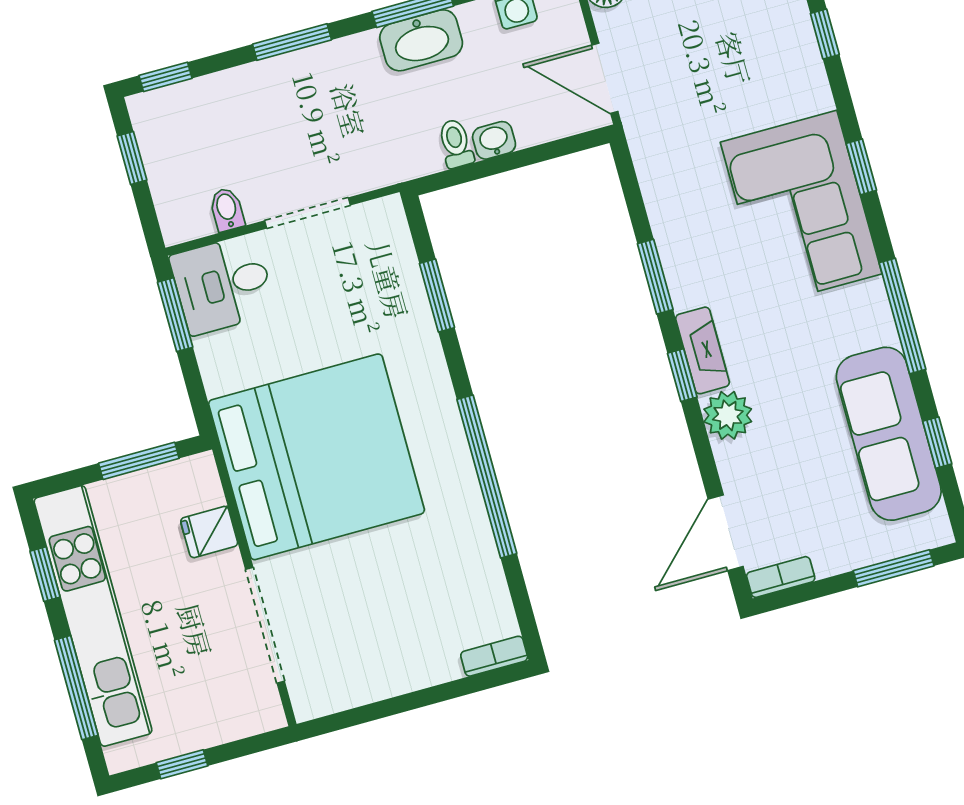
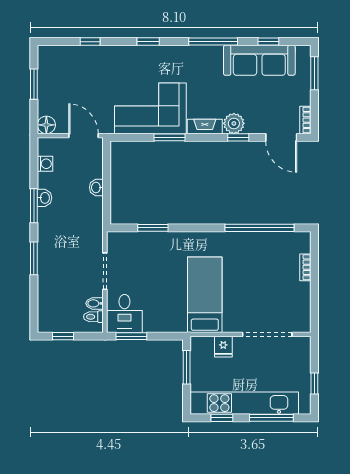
washbasin: (421, 40) -> (44, 198), width x0.52, depth x0.69
window: (165, 77) -> (34, 314), removed
door: (605, 78) -> (84, 136), swing flipped
toilet: (456, 144) -> (93, 317), moved
corner sofa: (801, 208) -> (150, 108), moved, turned 180
window: (682, 375) -> (238, 137), moved
bed: (316, 457) -> (205, 295), width x0.49
window: (487, 476) -> (259, 228), moved
bookcase: (494, 656) -> (305, 267), moved

